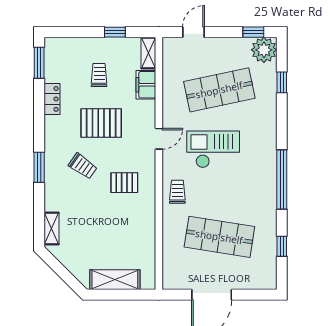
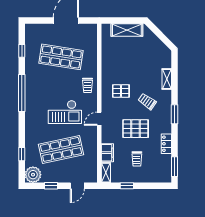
window: (253, 32) -> (51, 186), moved
window: (39, 167) -> (175, 114), moved
shelving: (52, 229) -> (167, 79), moved

